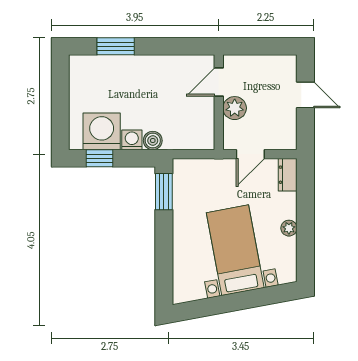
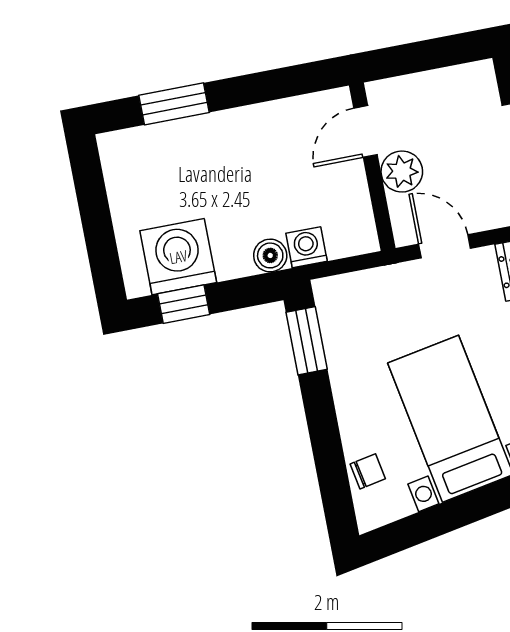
washing machine: (132, 140) -> (306, 247), moved
door: (250, 154) -> (445, 246), swing flipped
chair: (184, 271) -> (368, 471), added

